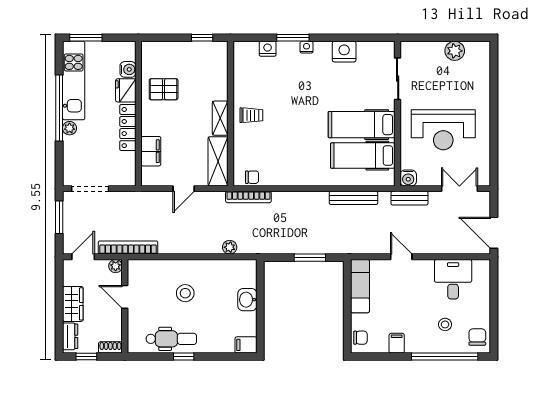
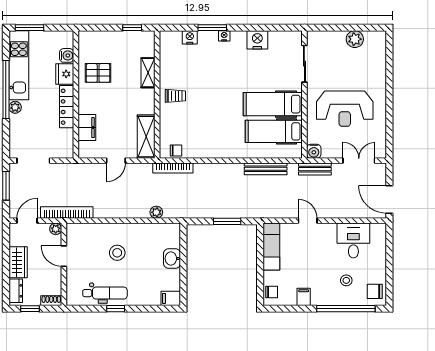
shelving: (220, 118) -> (148, 73), moved
chair: (477, 337) -> (375, 291), turned -90

